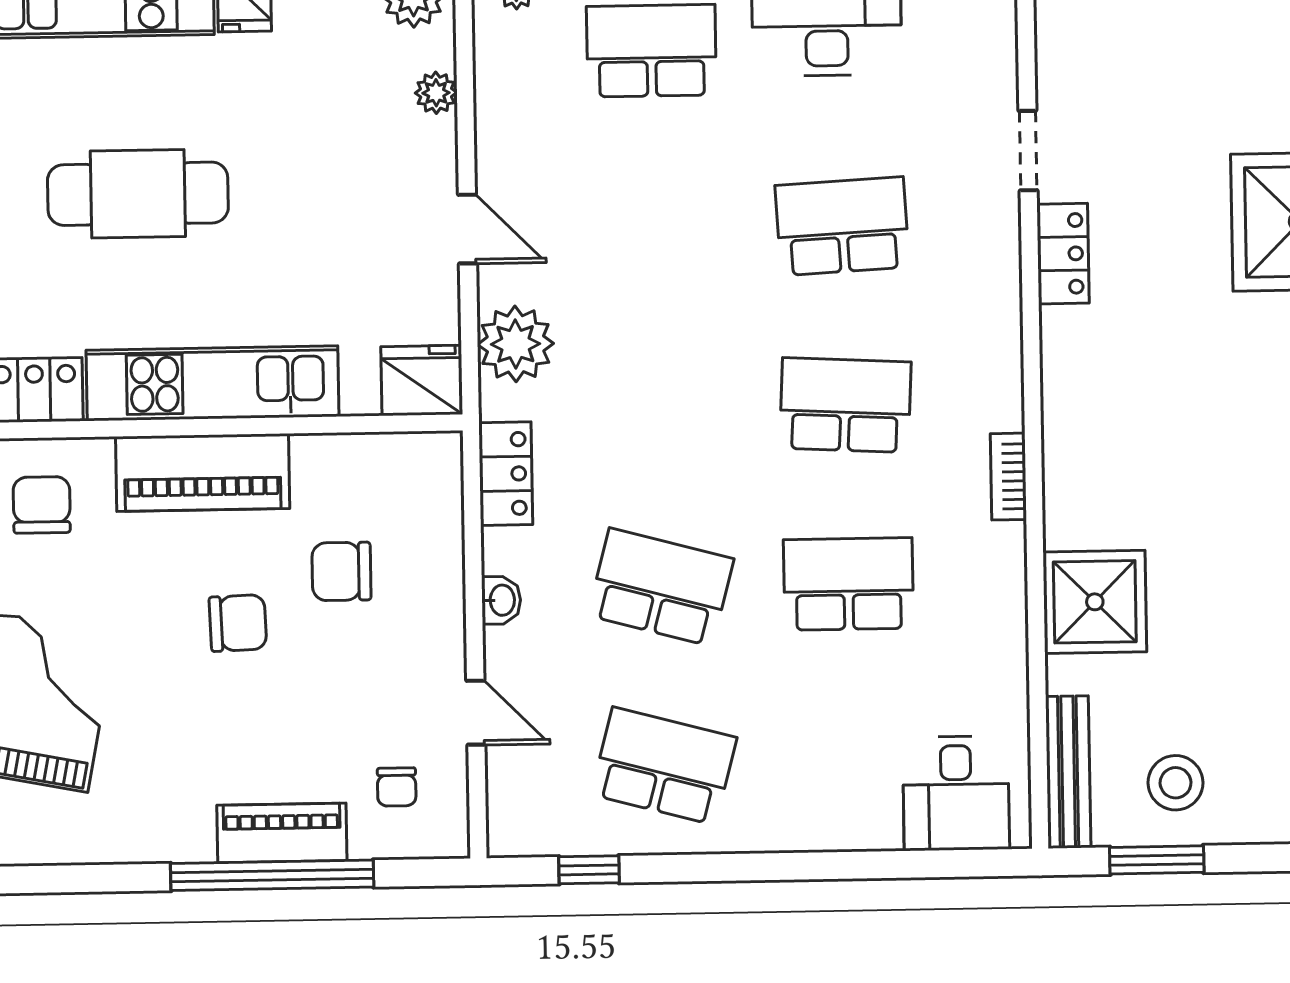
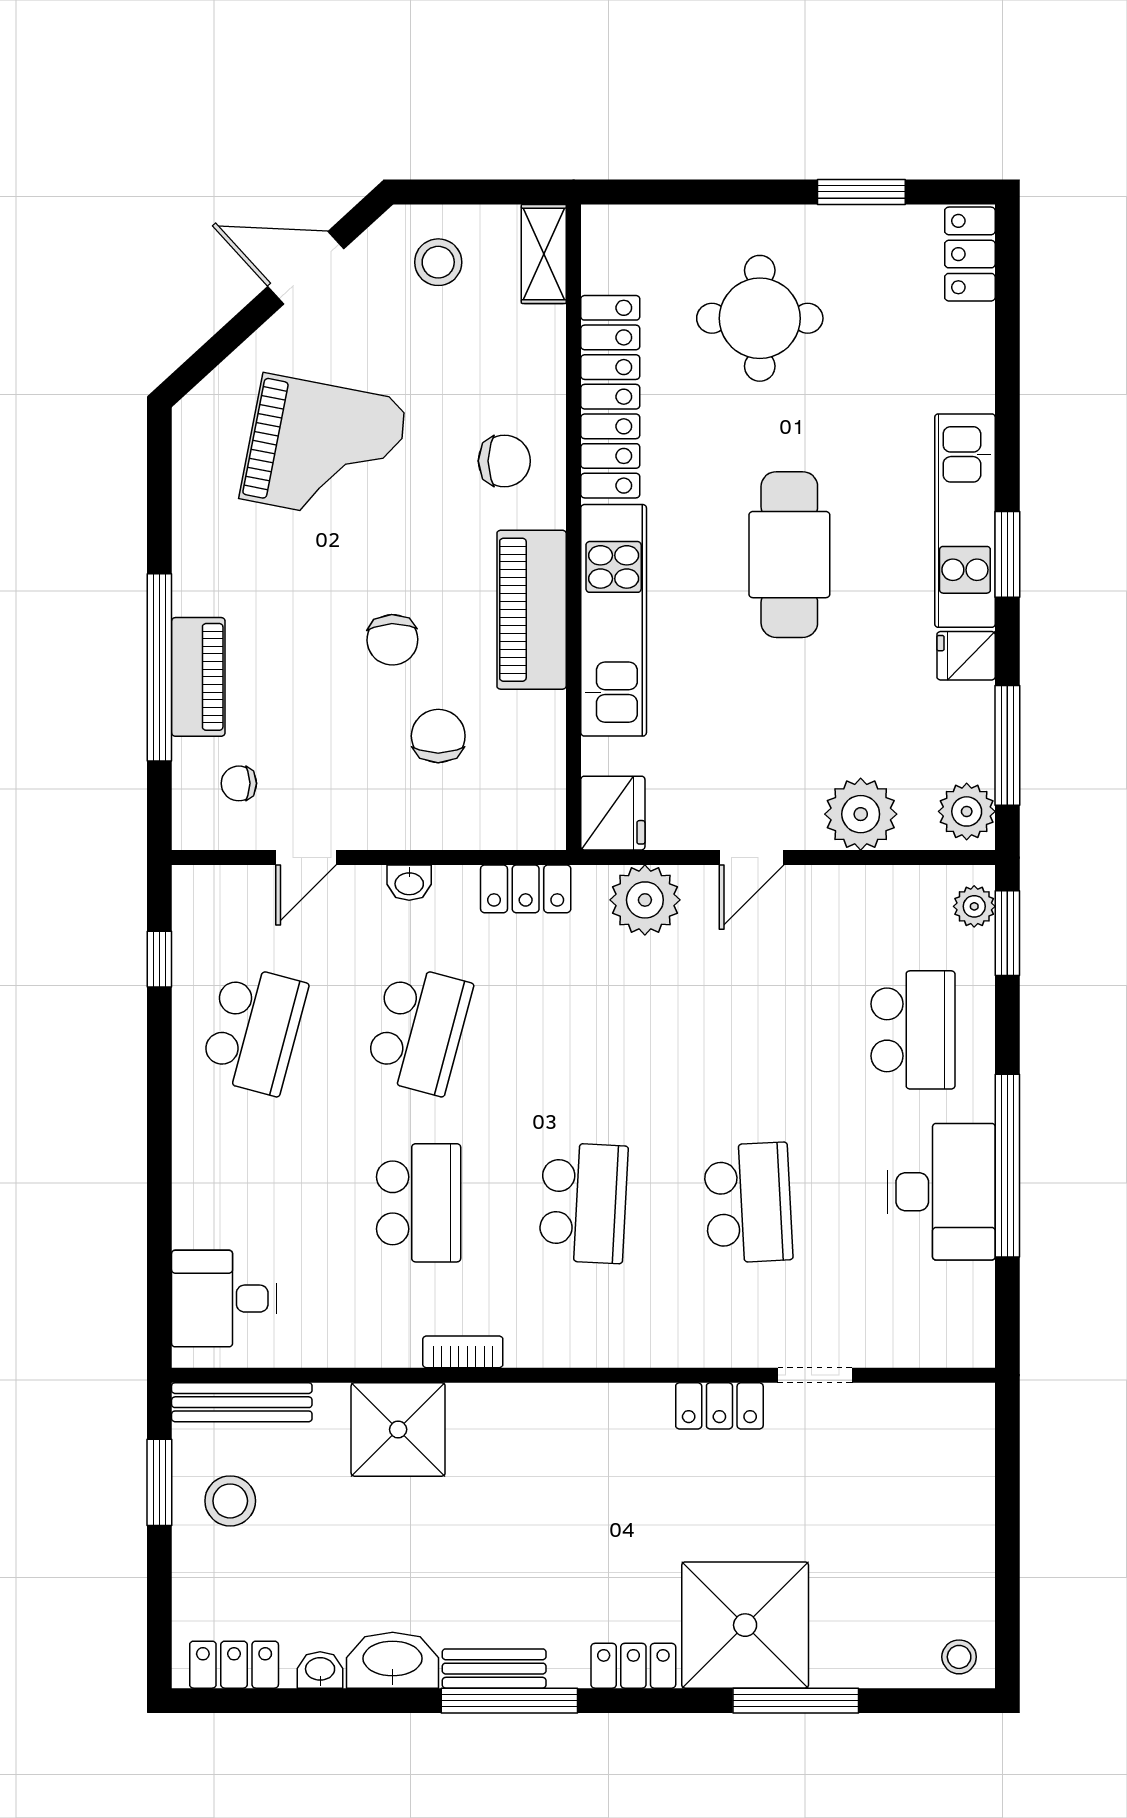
plant: (436, 93) -> (861, 814), width x1.88, depth x1.88
bookcase: (1008, 477) -> (463, 1352), moved

